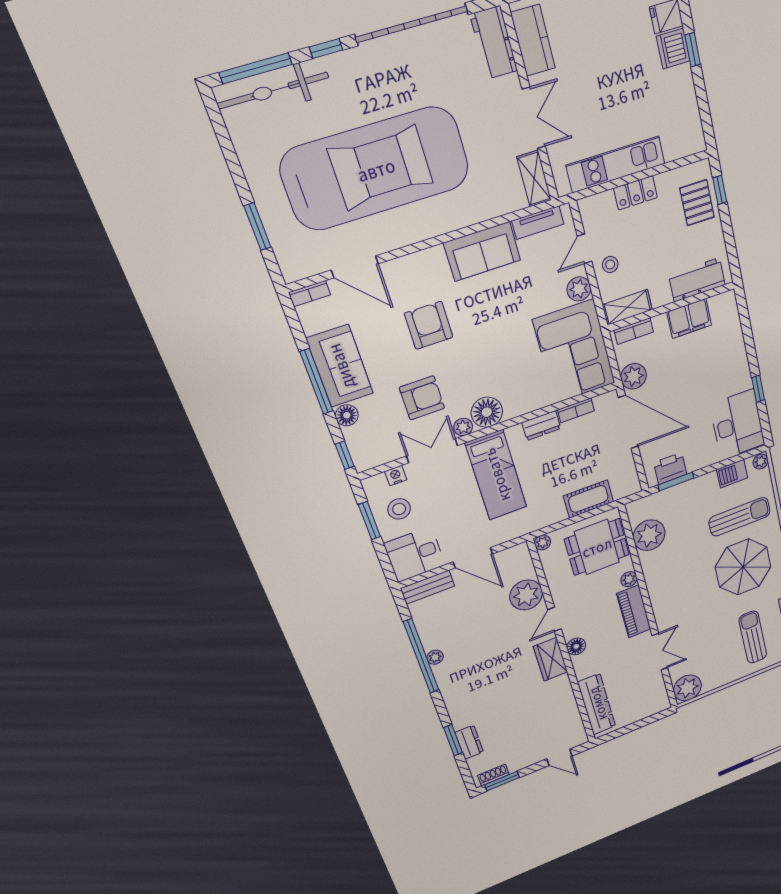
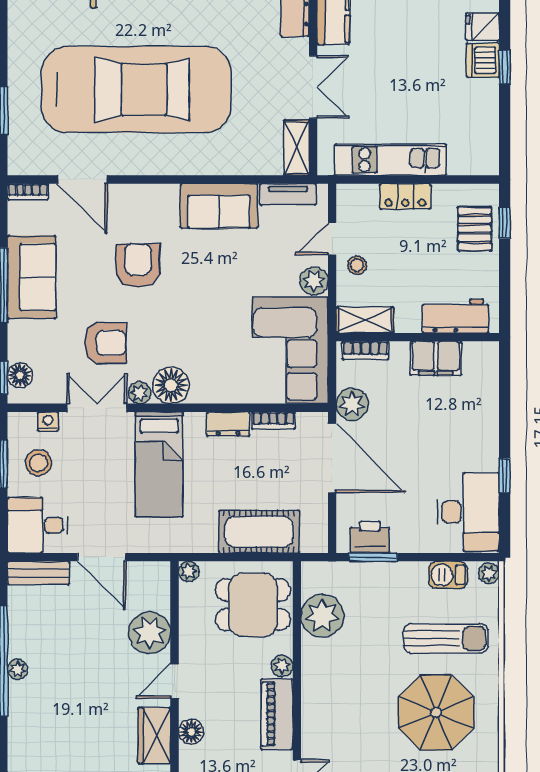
floor lamp: (347, 415) -> (20, 375), moved
cot: (588, 499) -> (259, 532), width x1.37, depth x1.34

